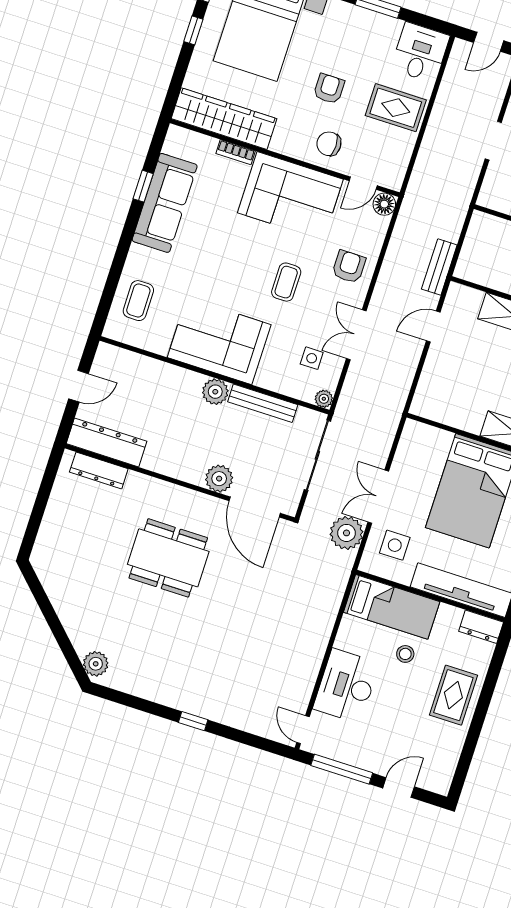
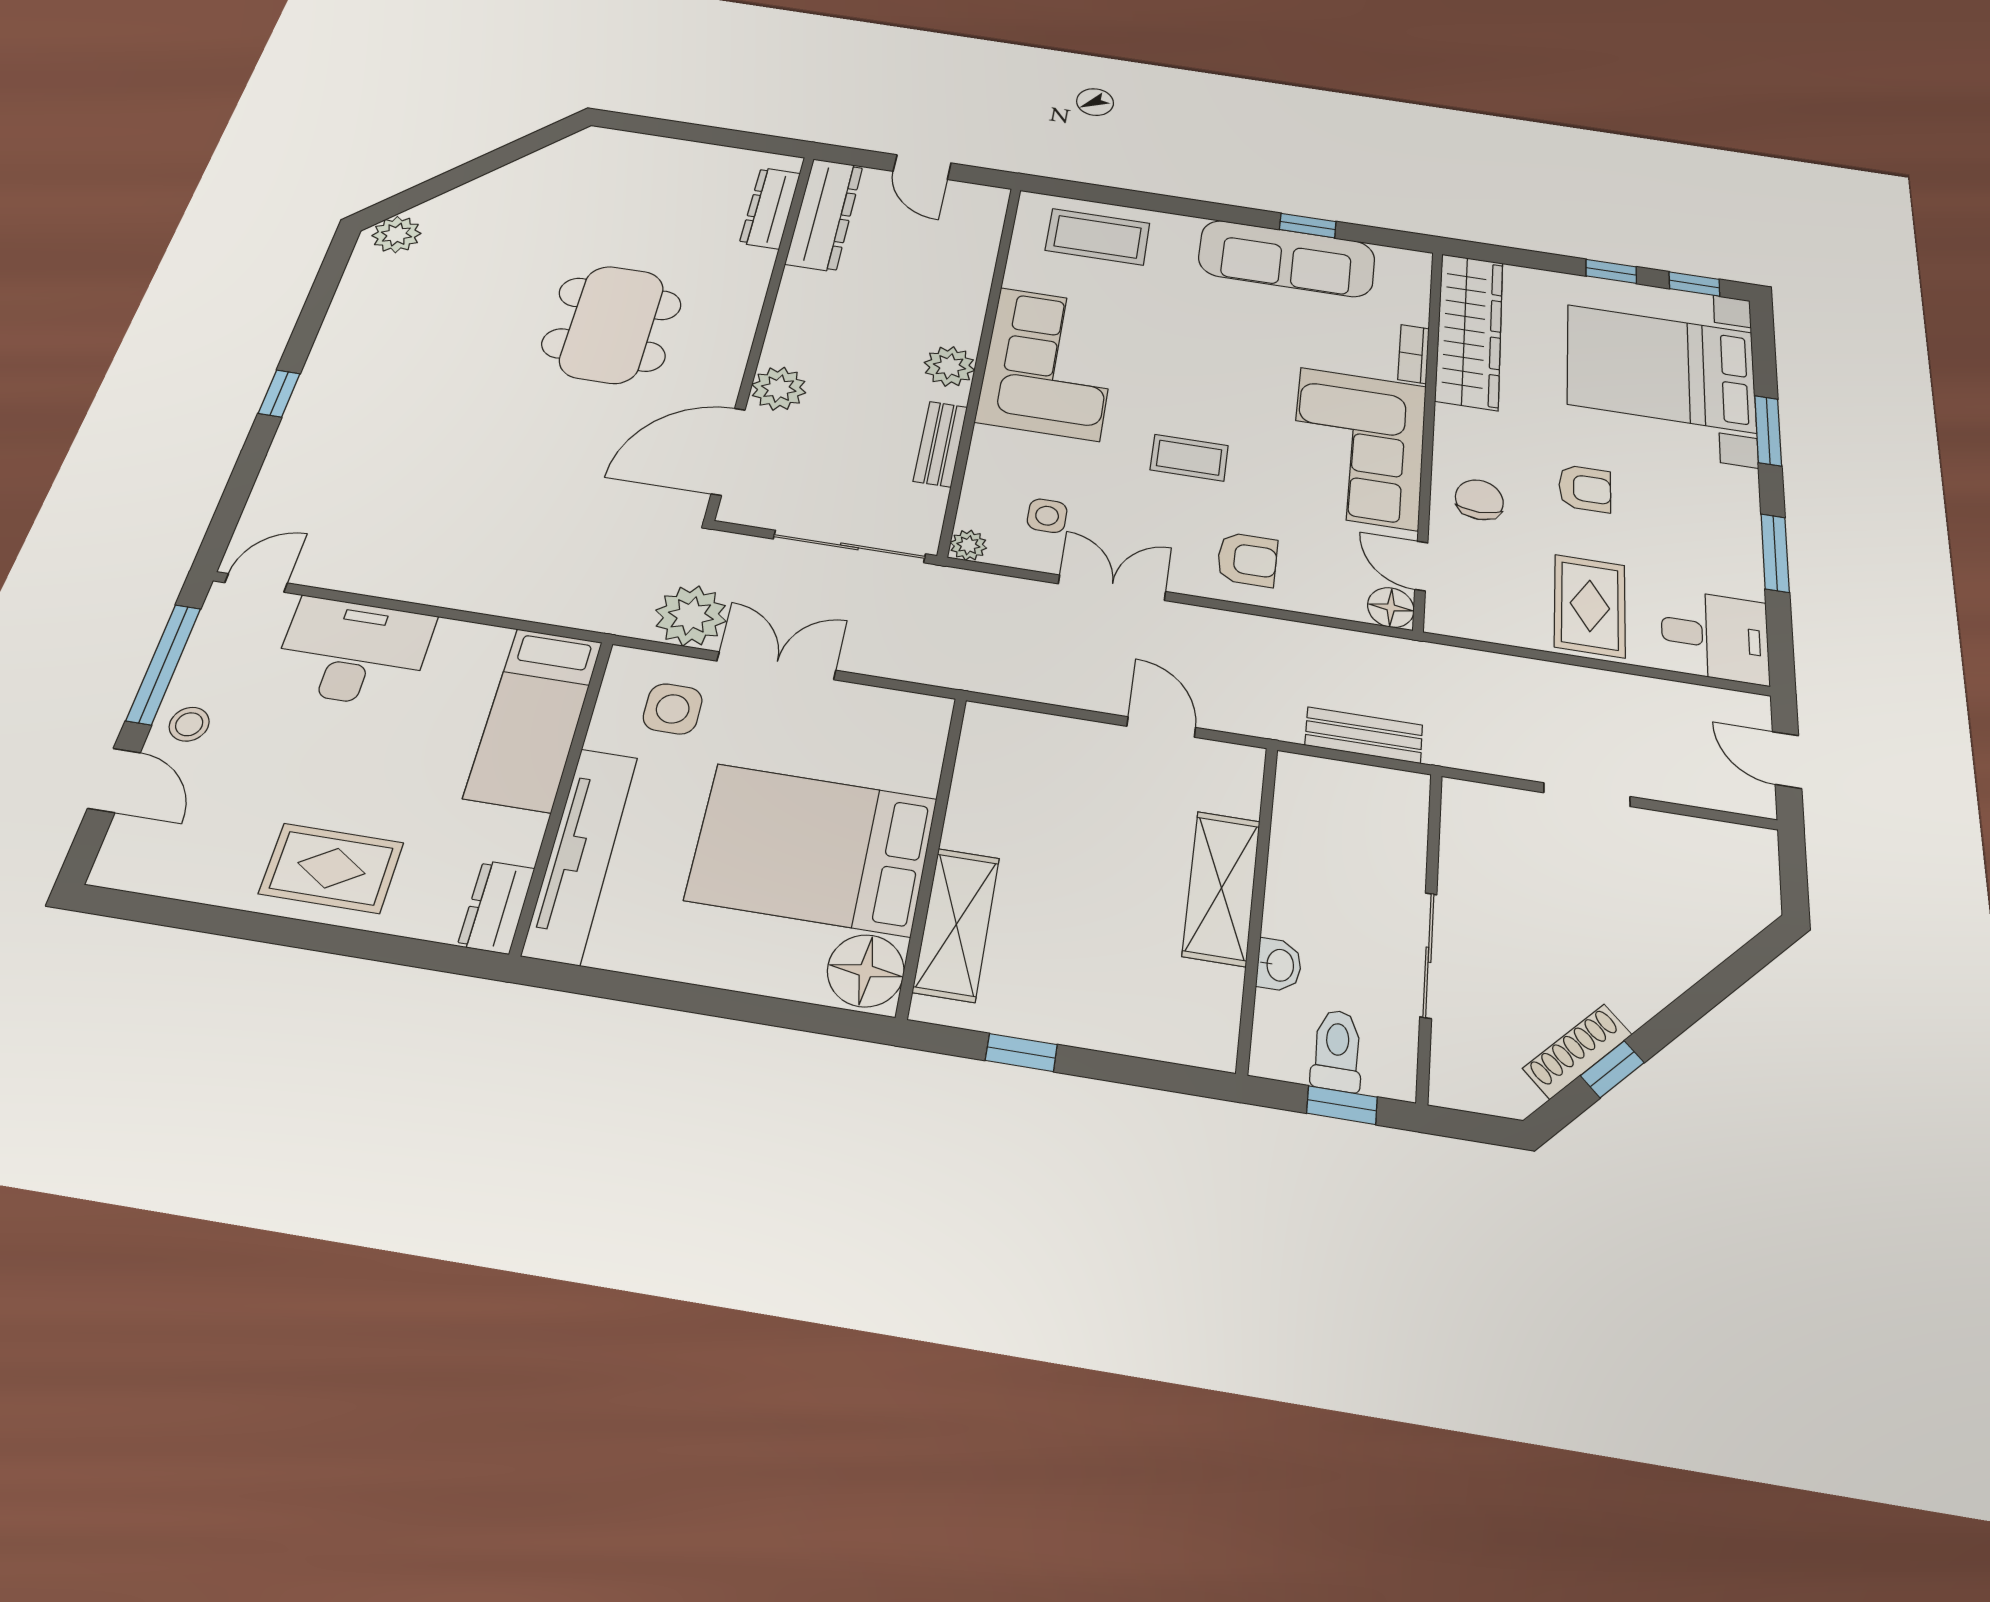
bench: (439, 267) -> (1364, 735), moved
coffee table: (138, 301) -> (1098, 237), width x1.36, depth x1.30
bench: (263, 403) -> (940, 444), width x0.73
stool: (405, 654) -> (189, 724), moved

